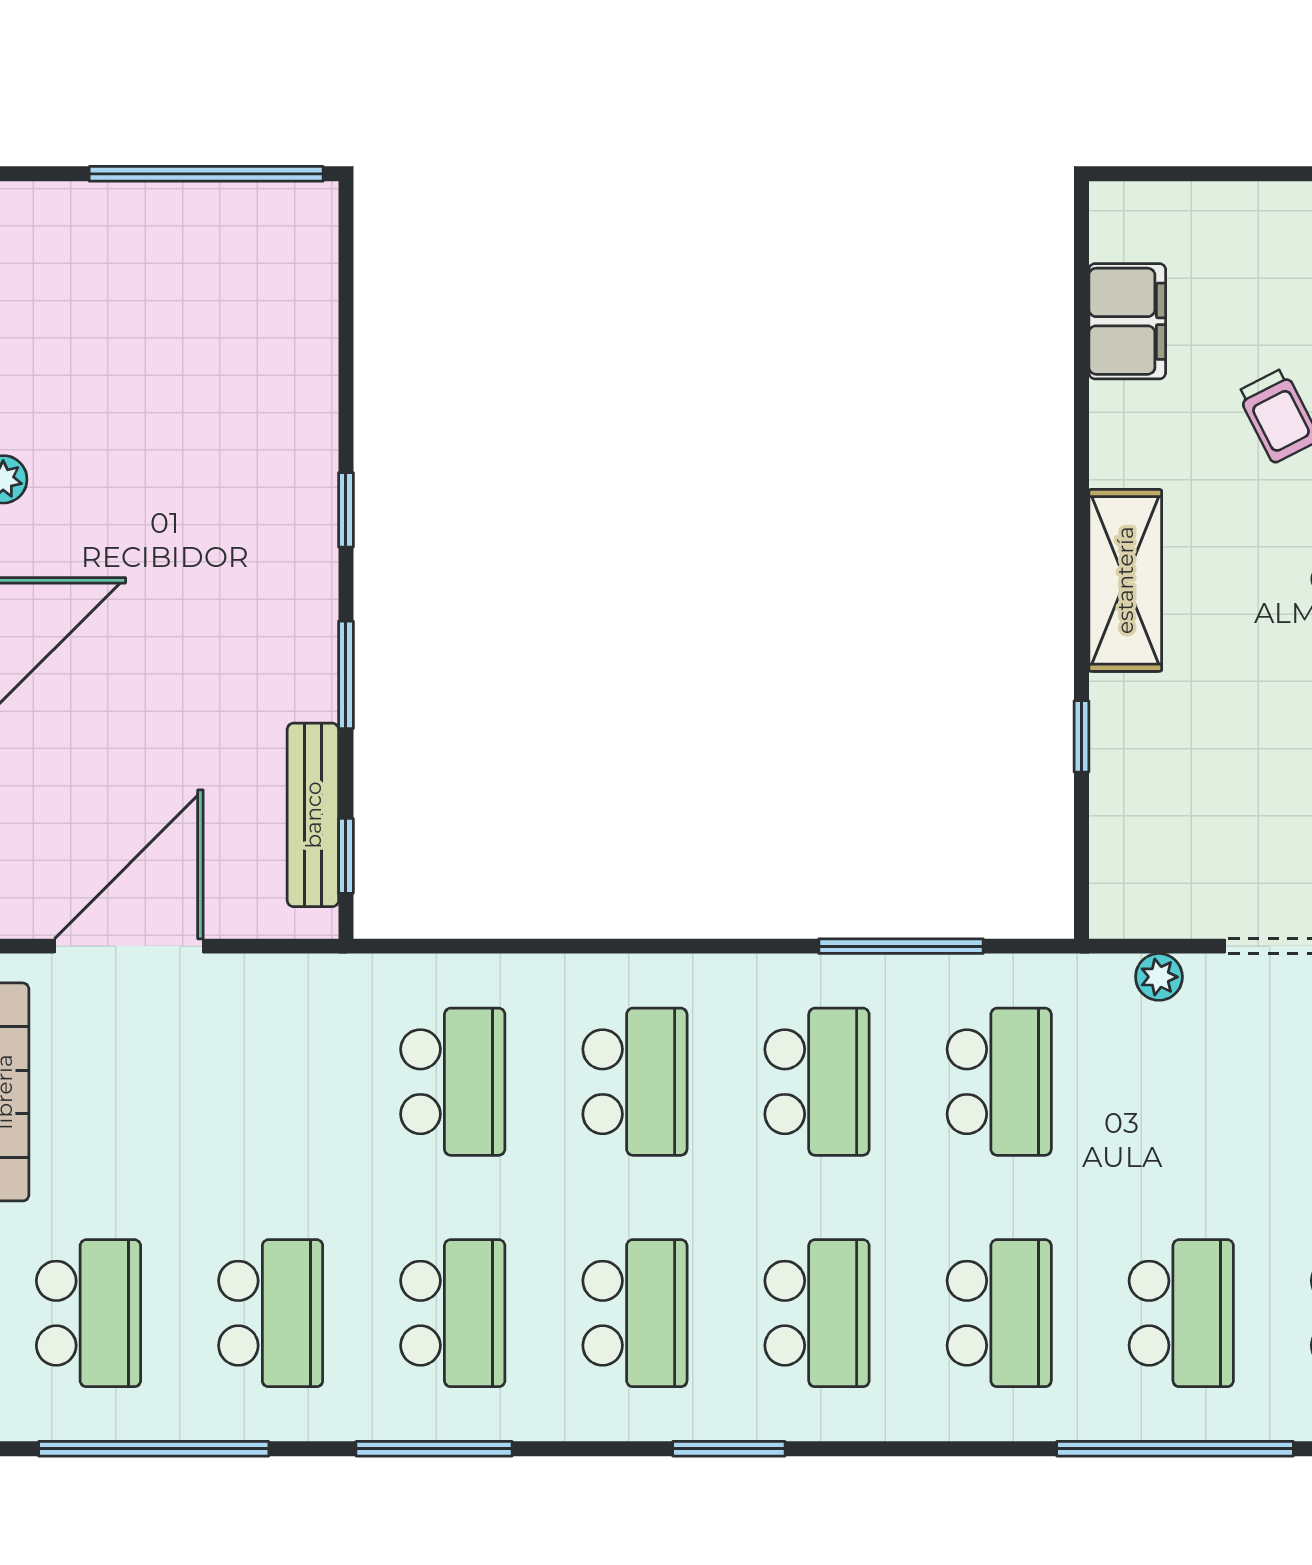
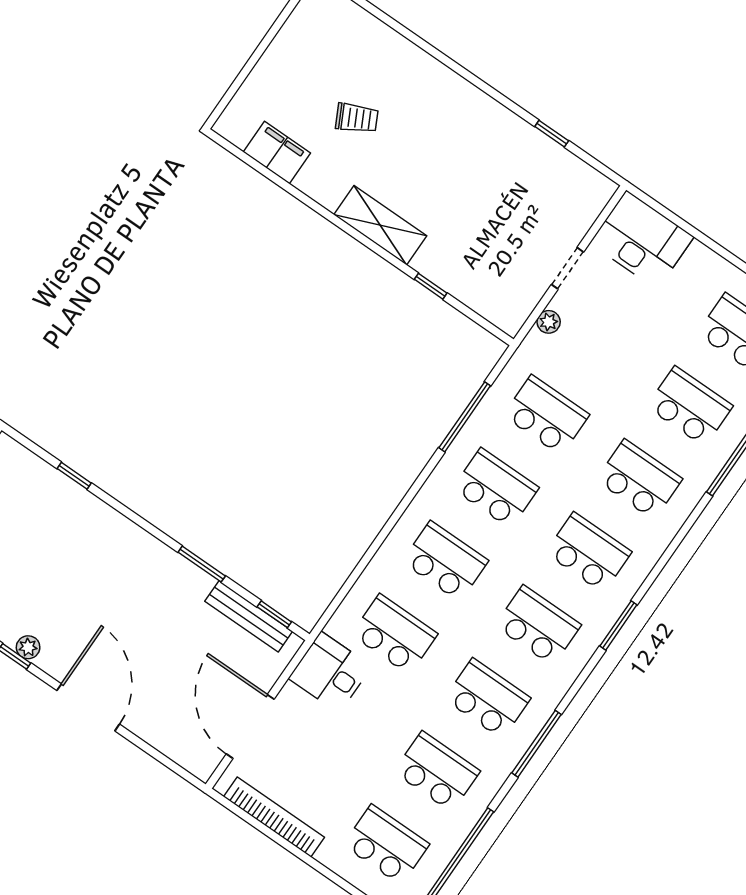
window: (346, 510) -> (74, 476), moved
desk: (313, 1017) -> (330, 672), added

